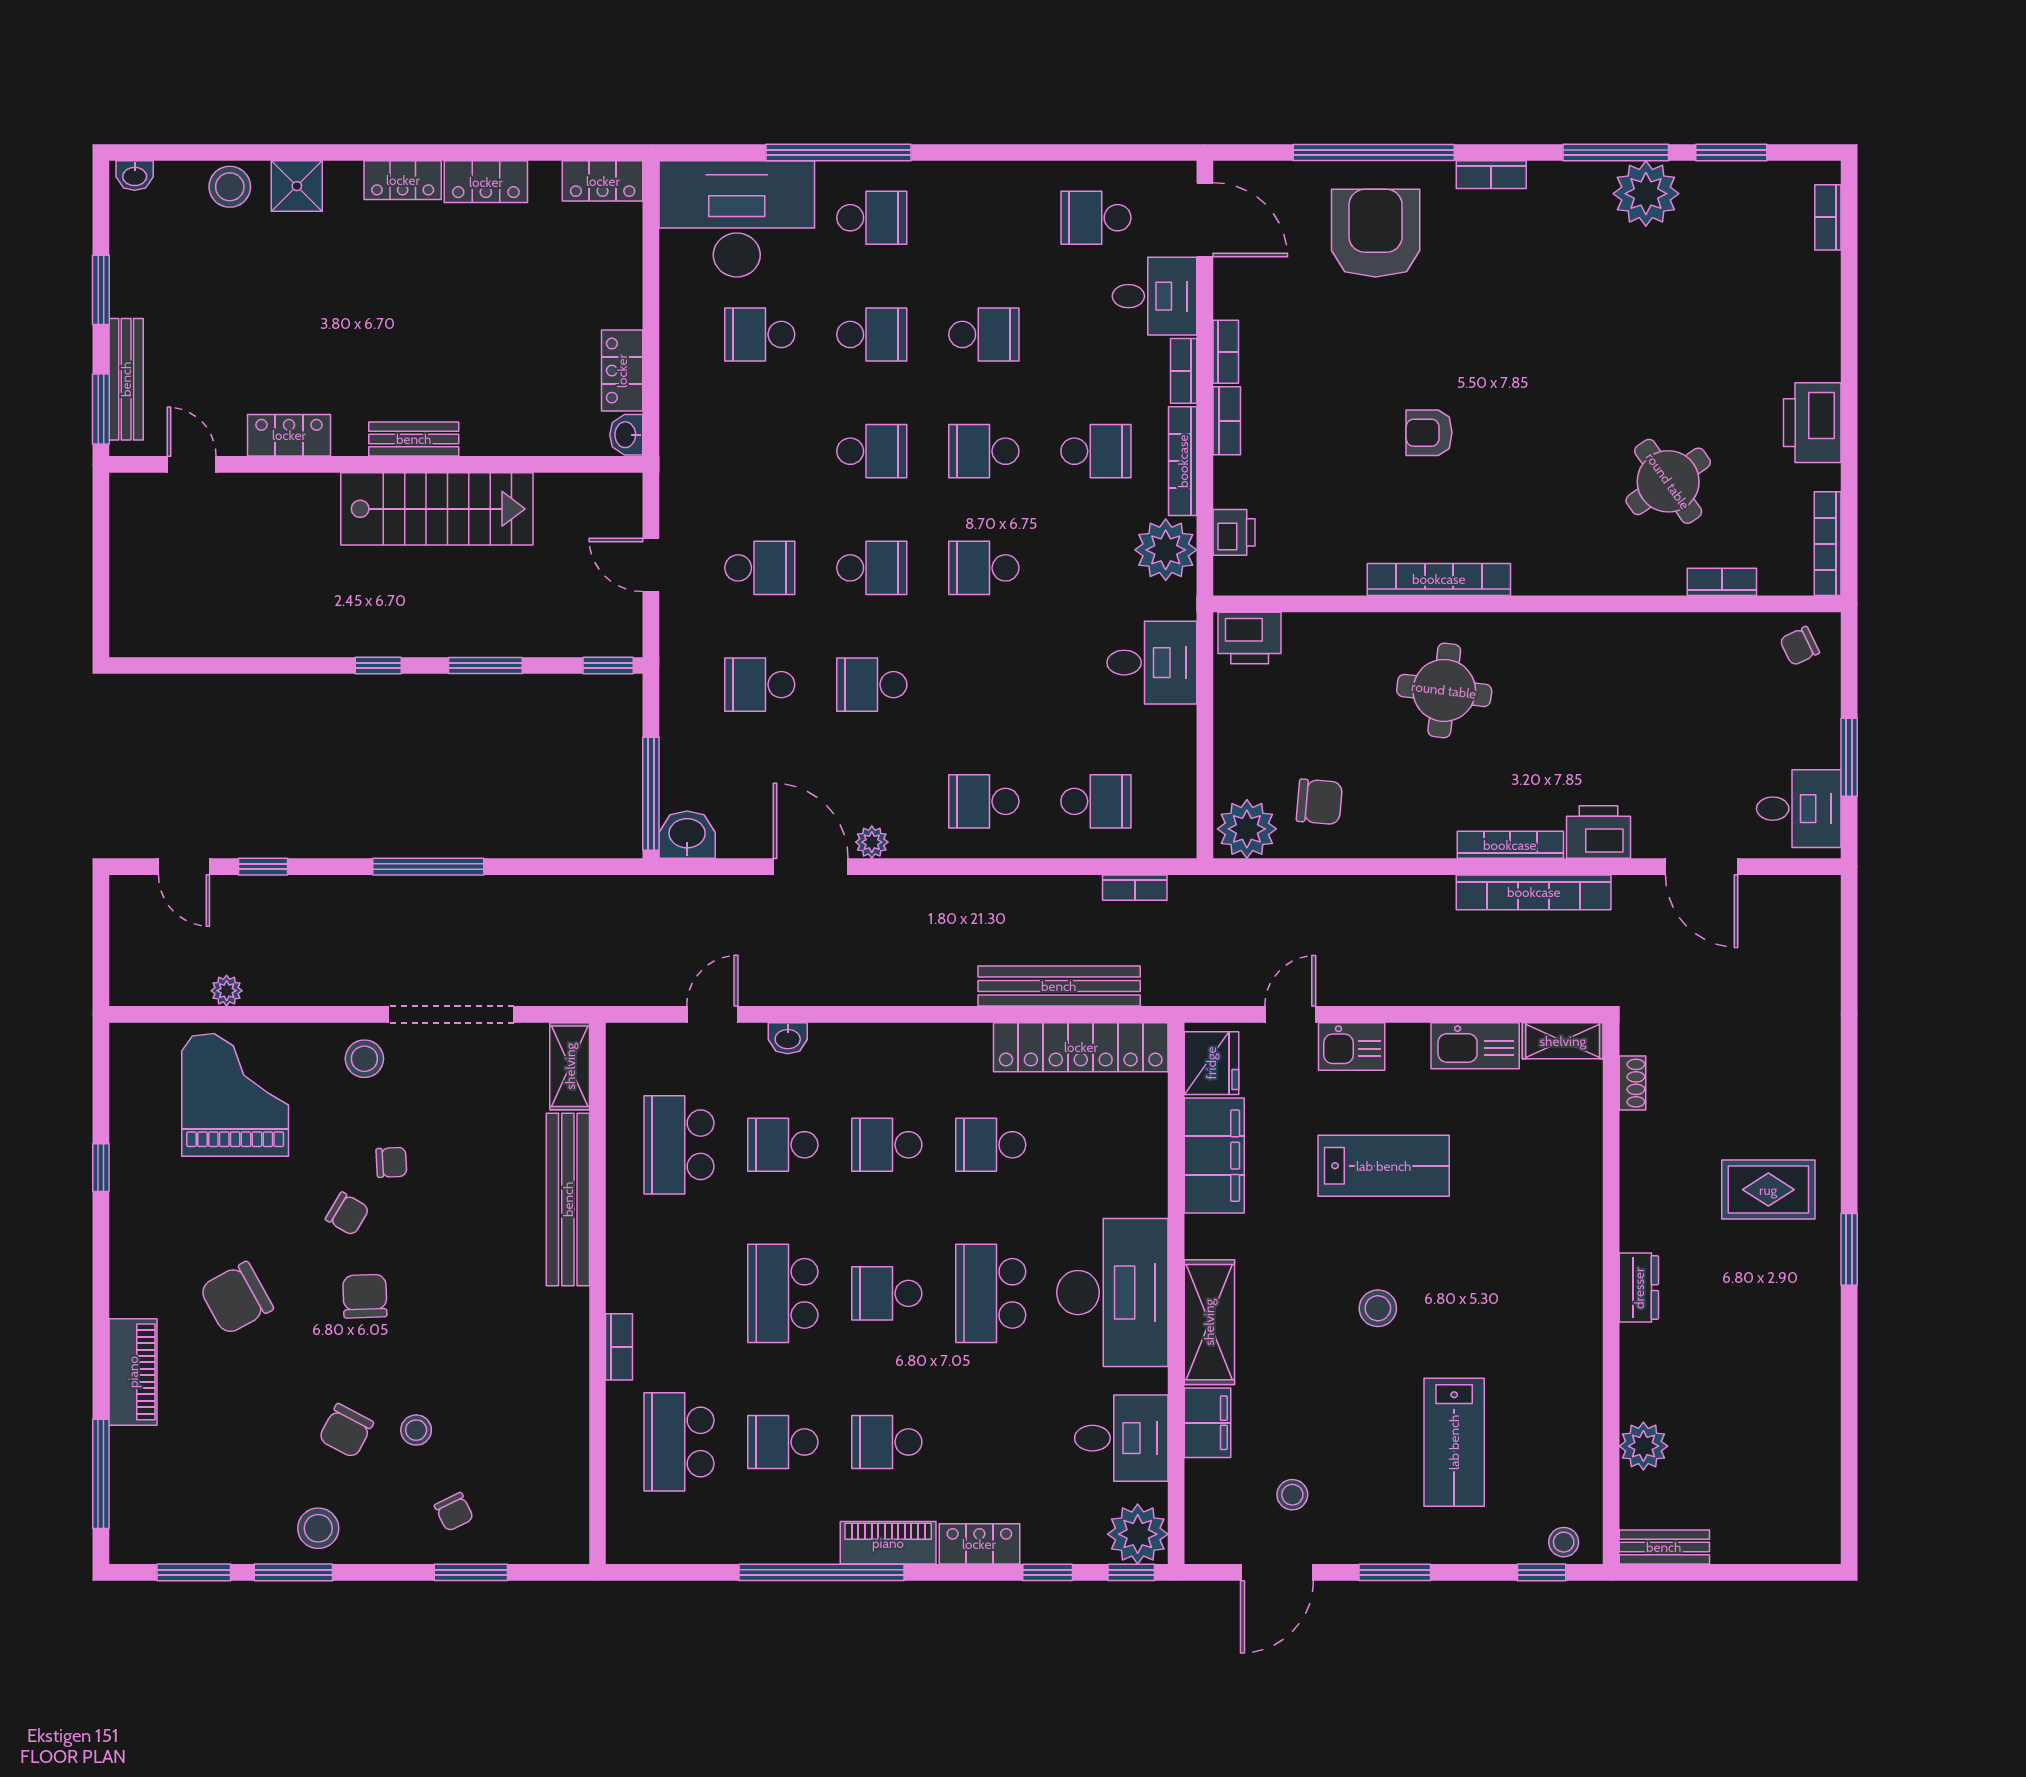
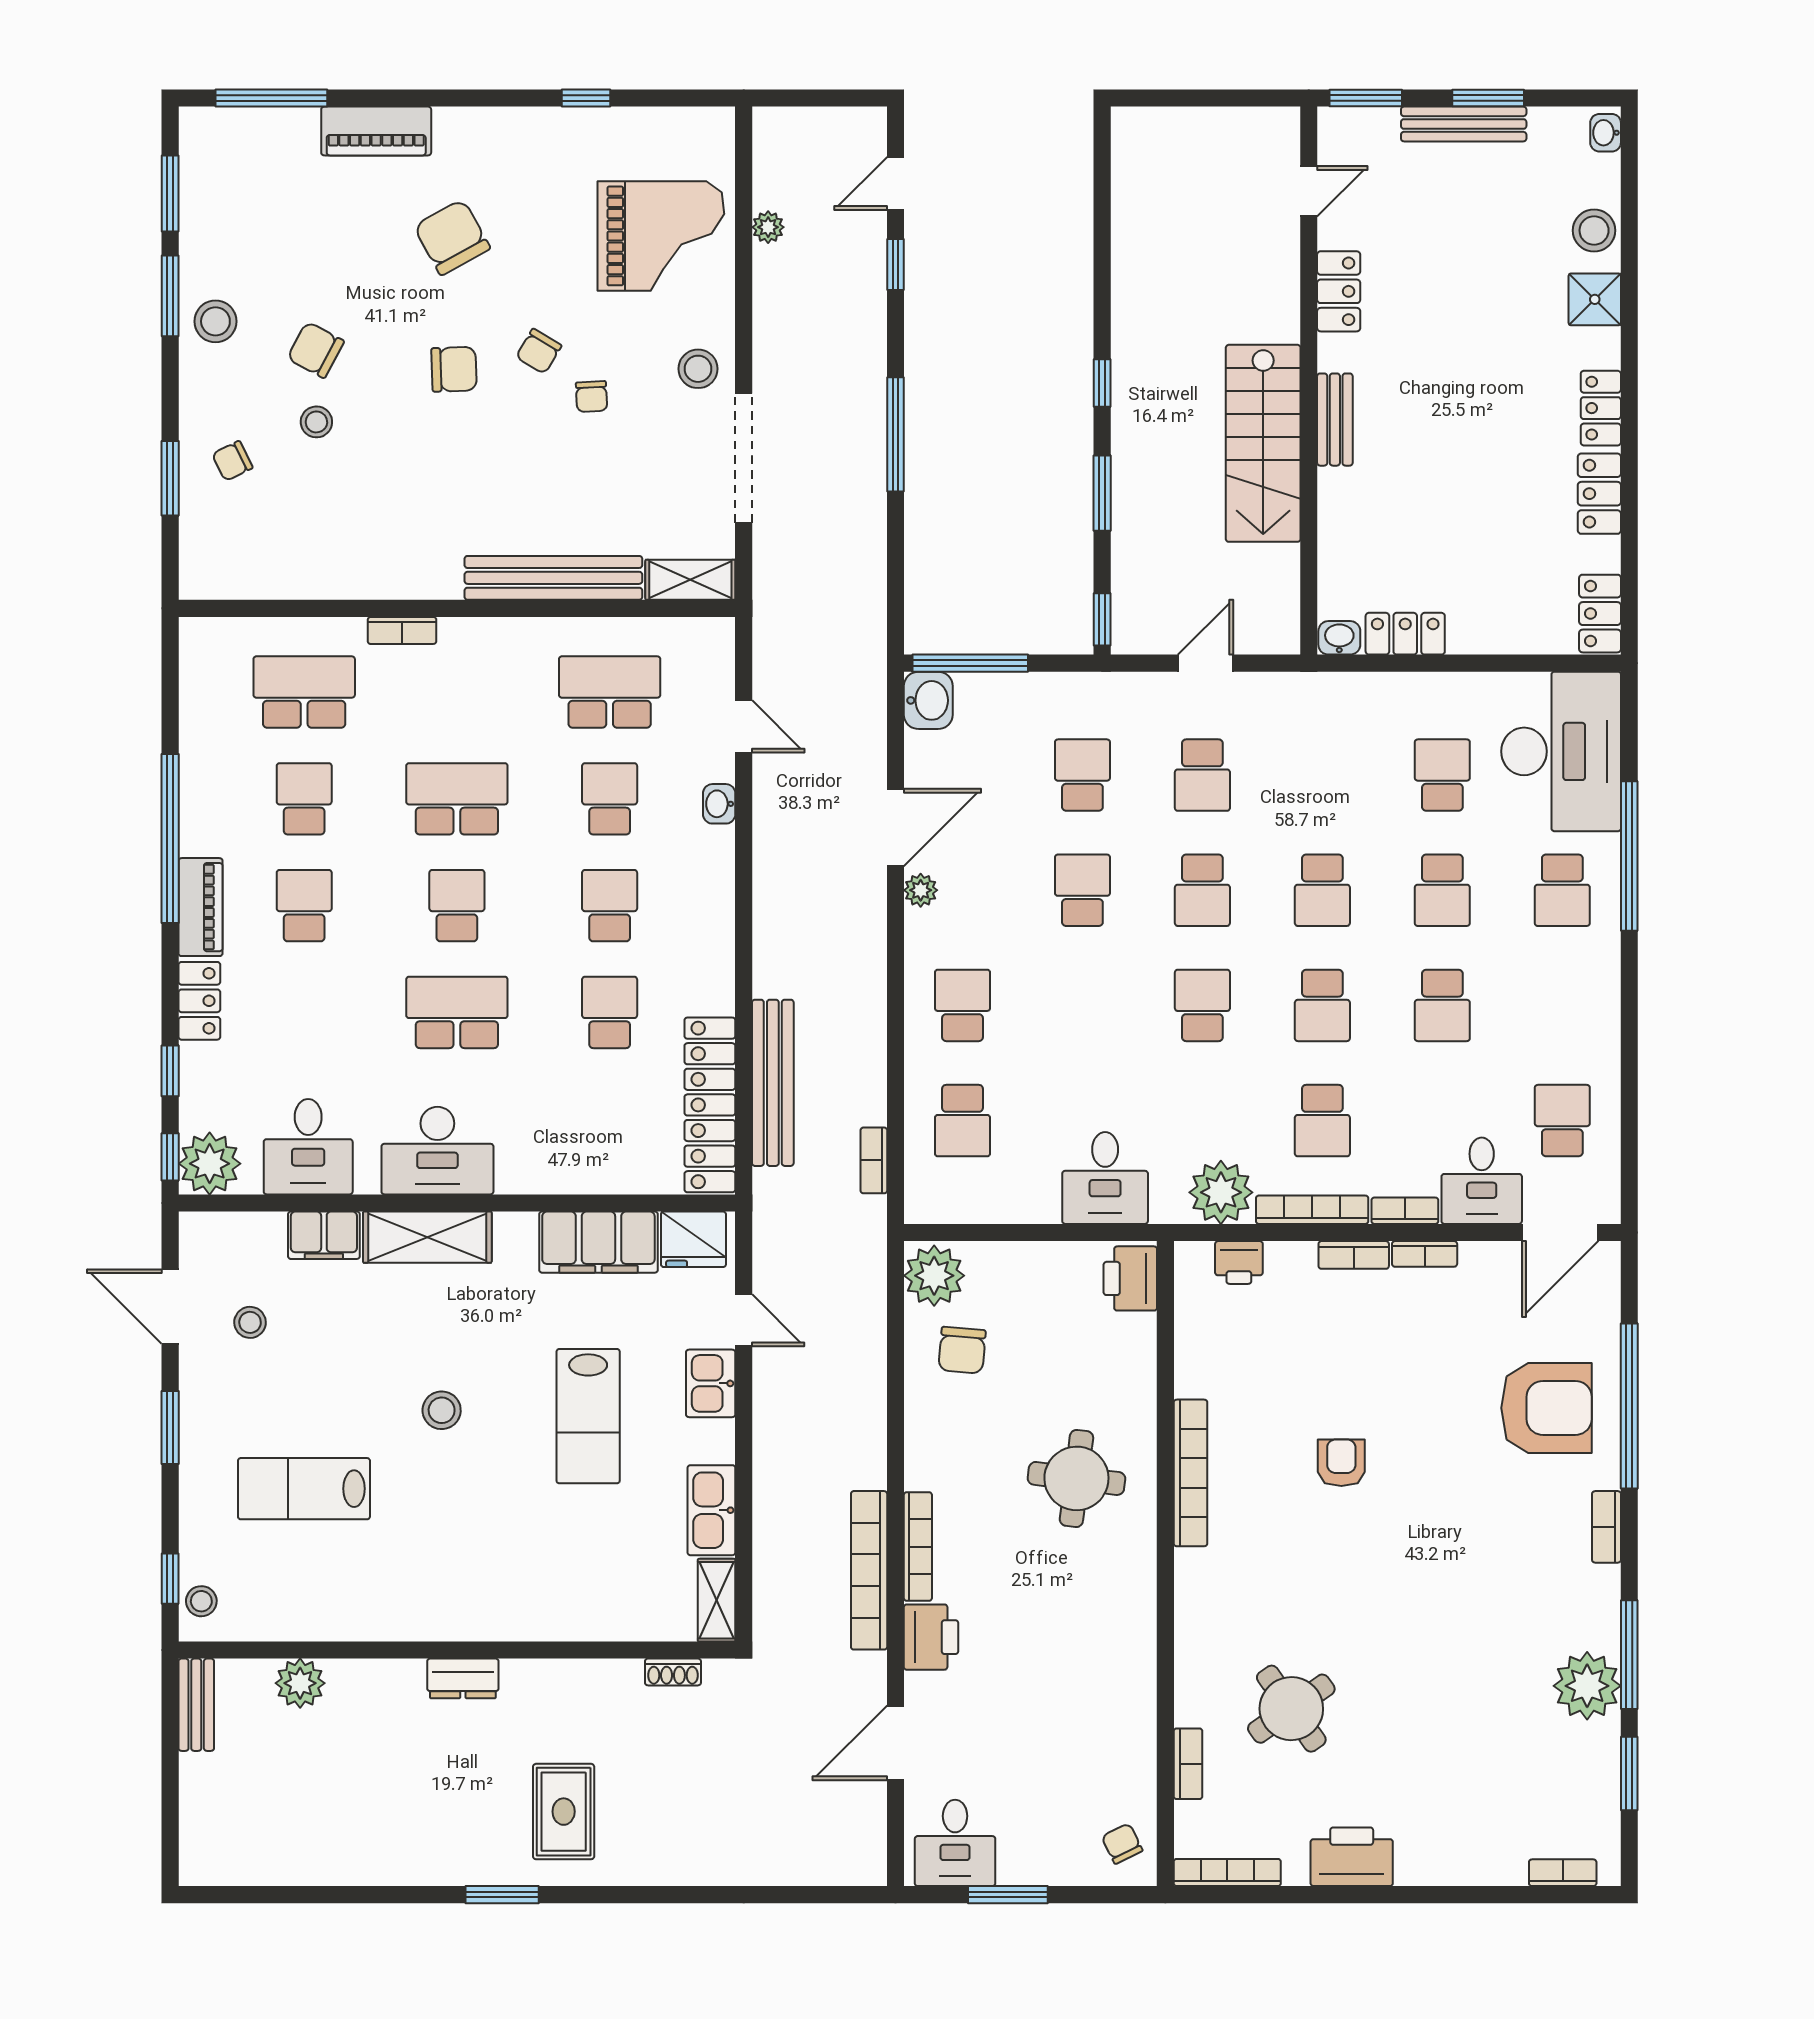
bench: (126, 379) -> (1464, 124), moved
school desk: (984, 451) -> (1322, 1005), turned 180
desk: (1112, 1293) -> (437, 1151), width x0.73, depth x0.77

